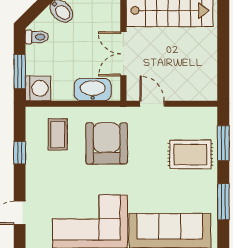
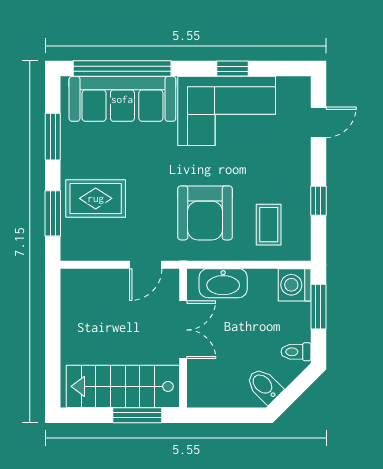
door: (152, 104) -> (146, 265), hinge flipped

